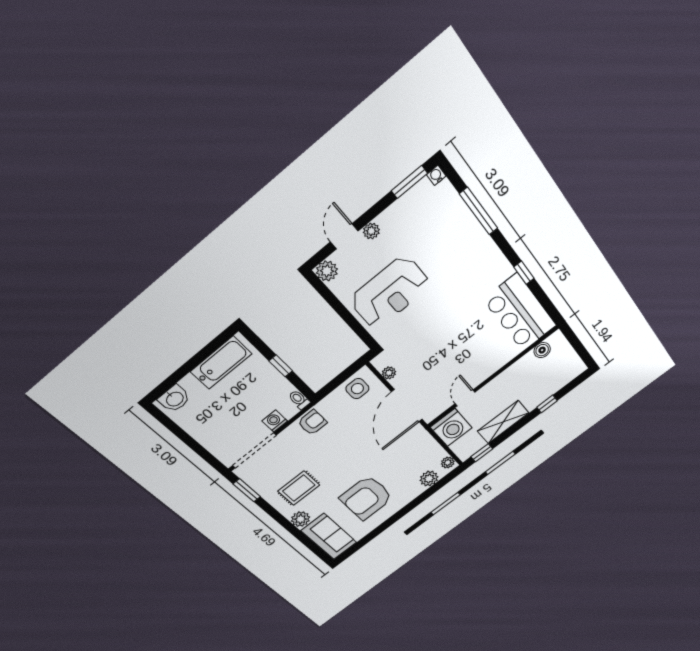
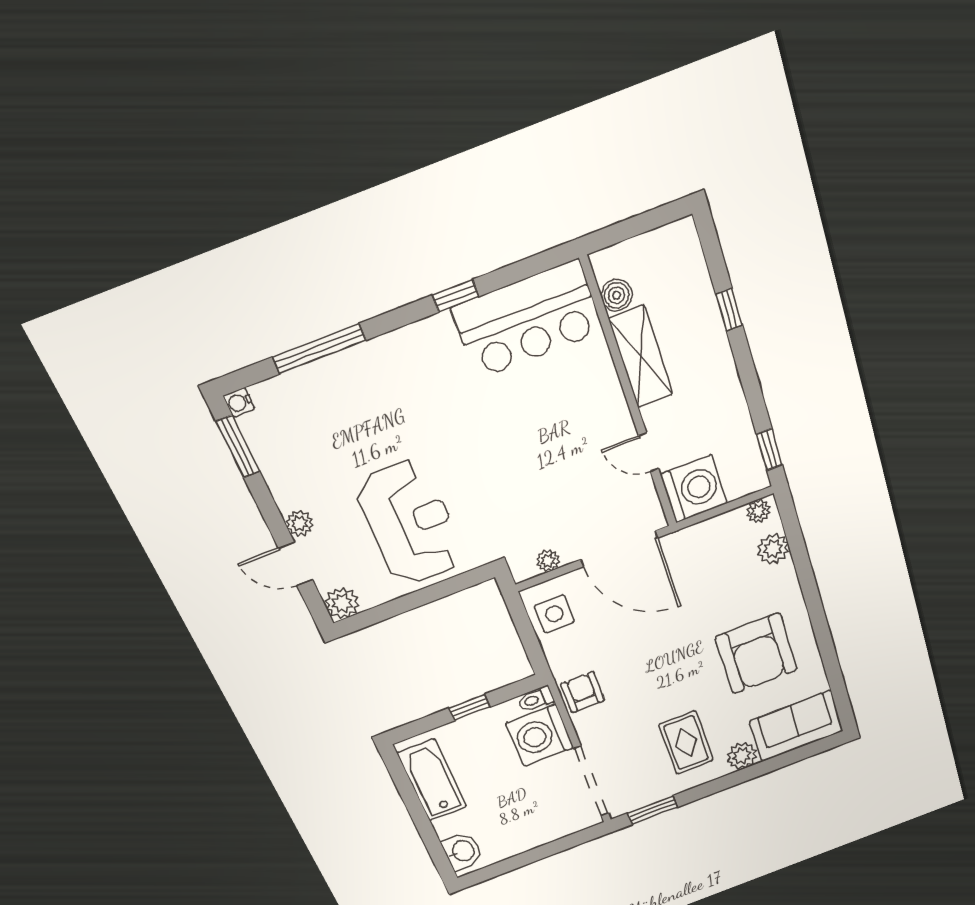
washing machine: (275, 421) -> (540, 735), width x1.89, depth x1.89
shelving: (503, 422) -> (641, 357), moved

